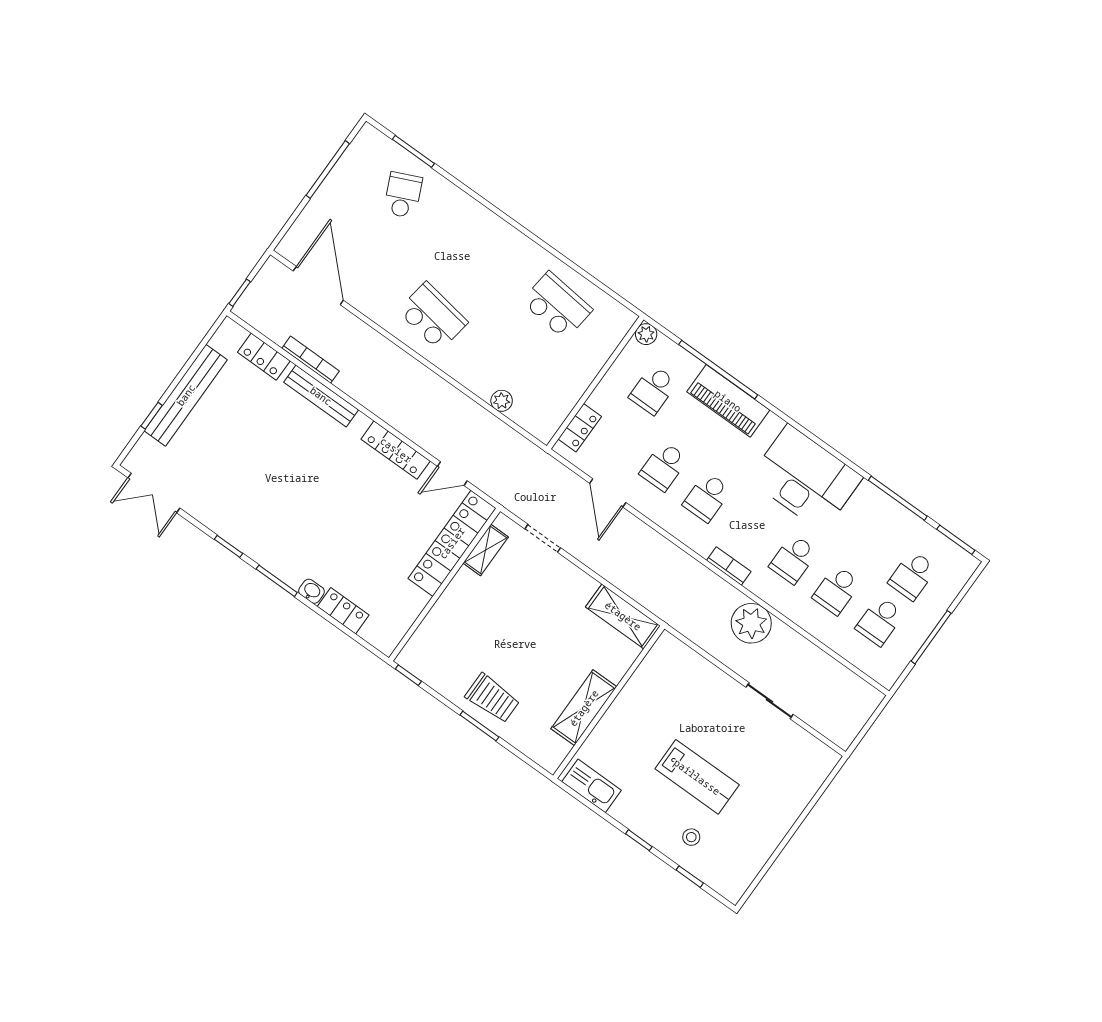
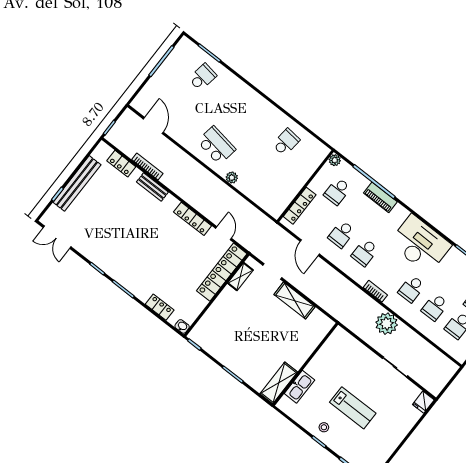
school desk: (403, 195) -> (203, 77), turned 33
door: (318, 286) -> (153, 126), width x0.73
school desk: (557, 306) -> (286, 142), width x0.54
bench: (321, 396) -> (152, 187), width x0.73
plant: (502, 401) -> (232, 178), moved
piano: (728, 401) -> (380, 197), width x0.73, depth x0.75
locker: (580, 428) -> (300, 206), width x1.53
door: (452, 474) -> (224, 233), swing flipped
washbasin: (312, 591) -> (182, 326), moved
shelving: (623, 616) -> (294, 301), moved
trolley: (492, 698) -> (241, 359), removed
shelving: (584, 708) -> (279, 383), moved
fridge: (823, 761) -> (423, 402), added
kitchen sink: (592, 786) -> (299, 387), moved, turned 90
stool: (691, 837) -> (324, 427), moved

